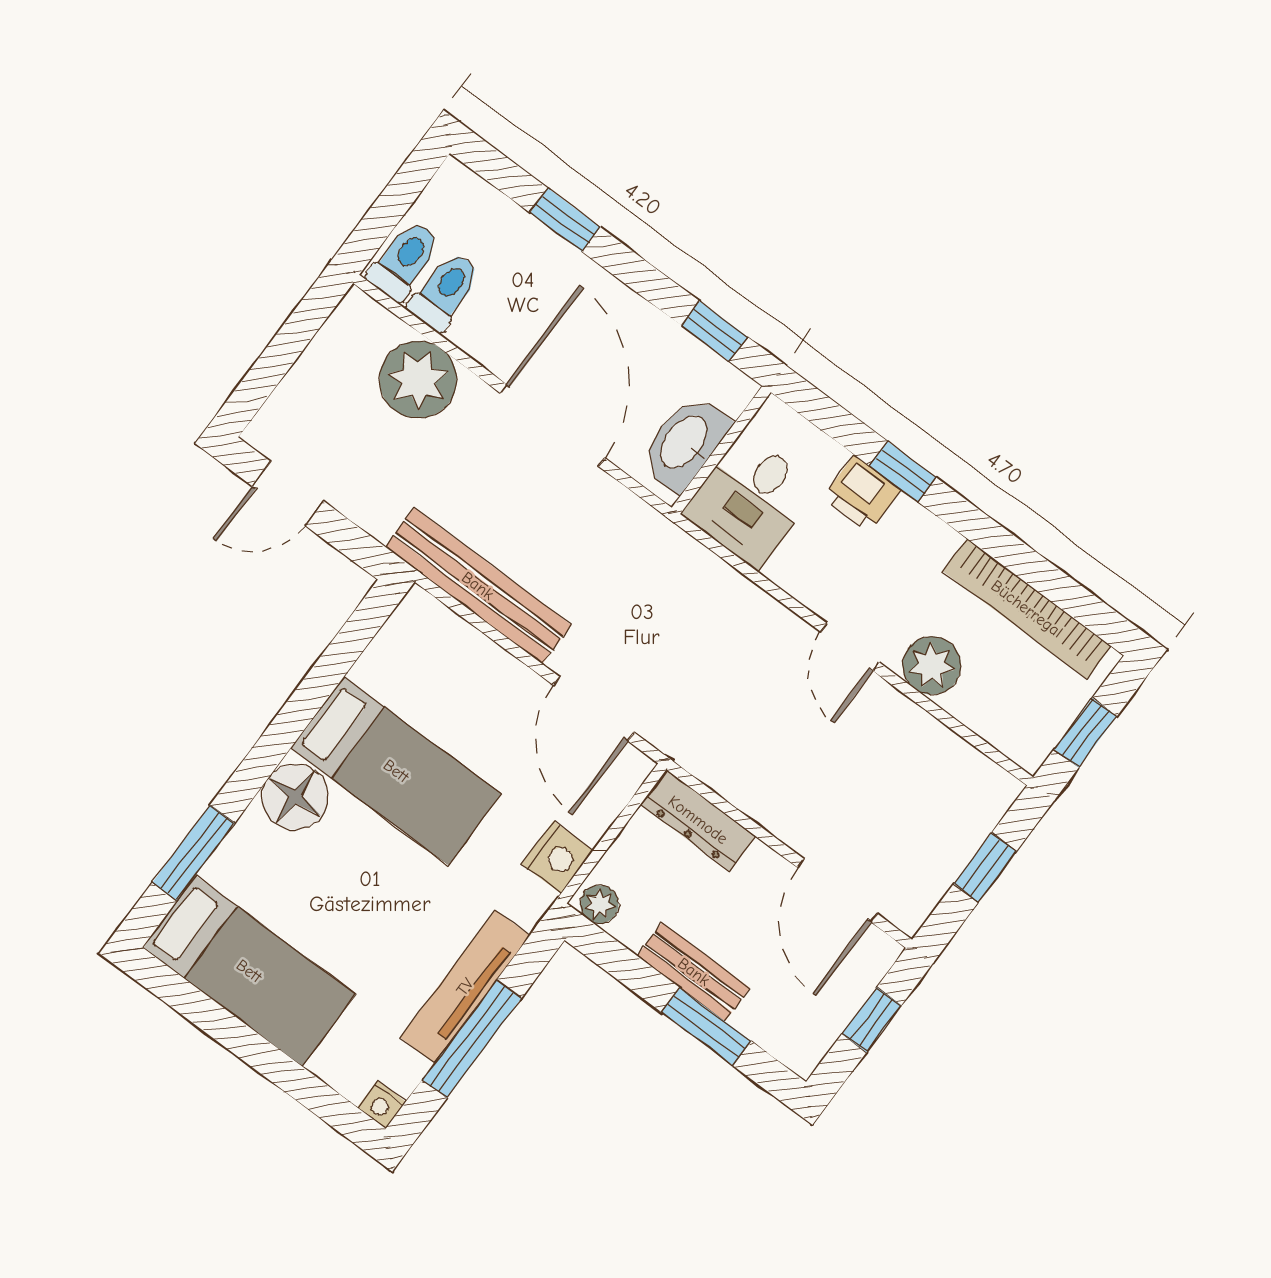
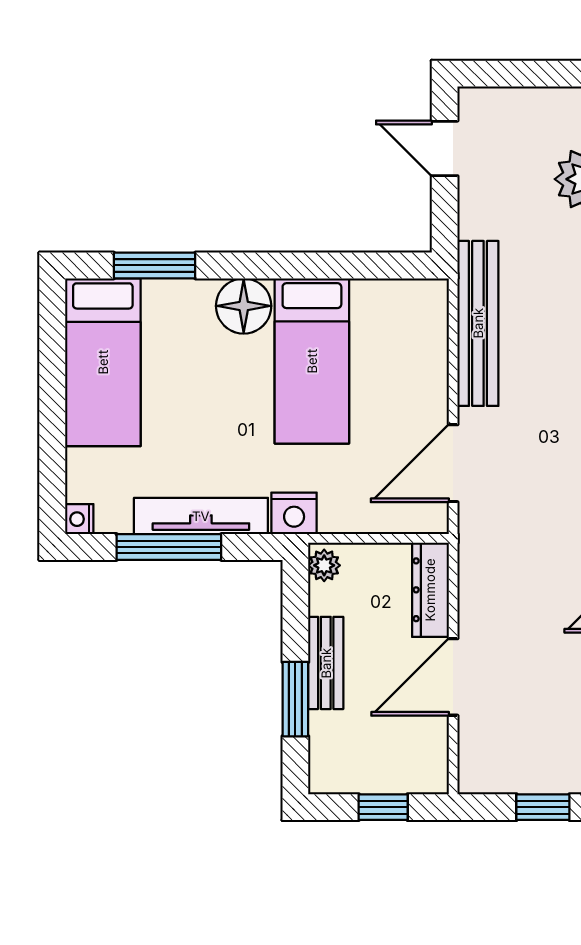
nightstand: (557, 857) -> (294, 513), moved
door: (837, 890) -> (453, 677), moved

